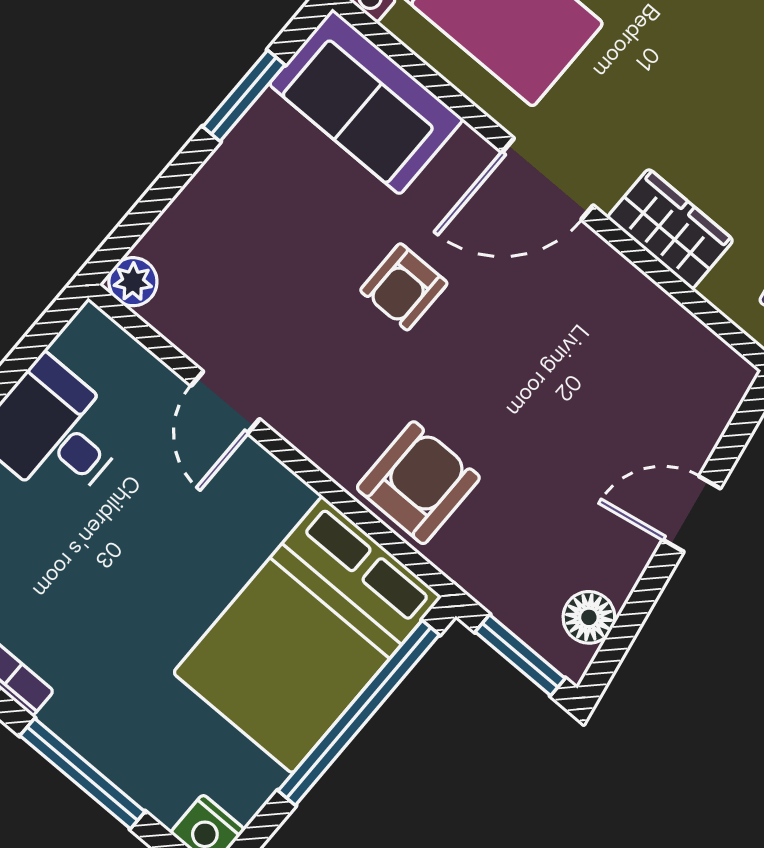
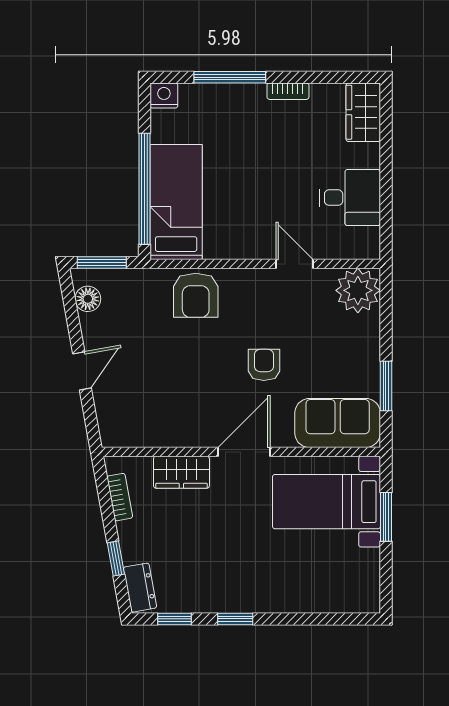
plant: (133, 282) -> (358, 290), width x1.87, depth x1.87
bed: (307, 635) -> (176, 202), width x0.67

